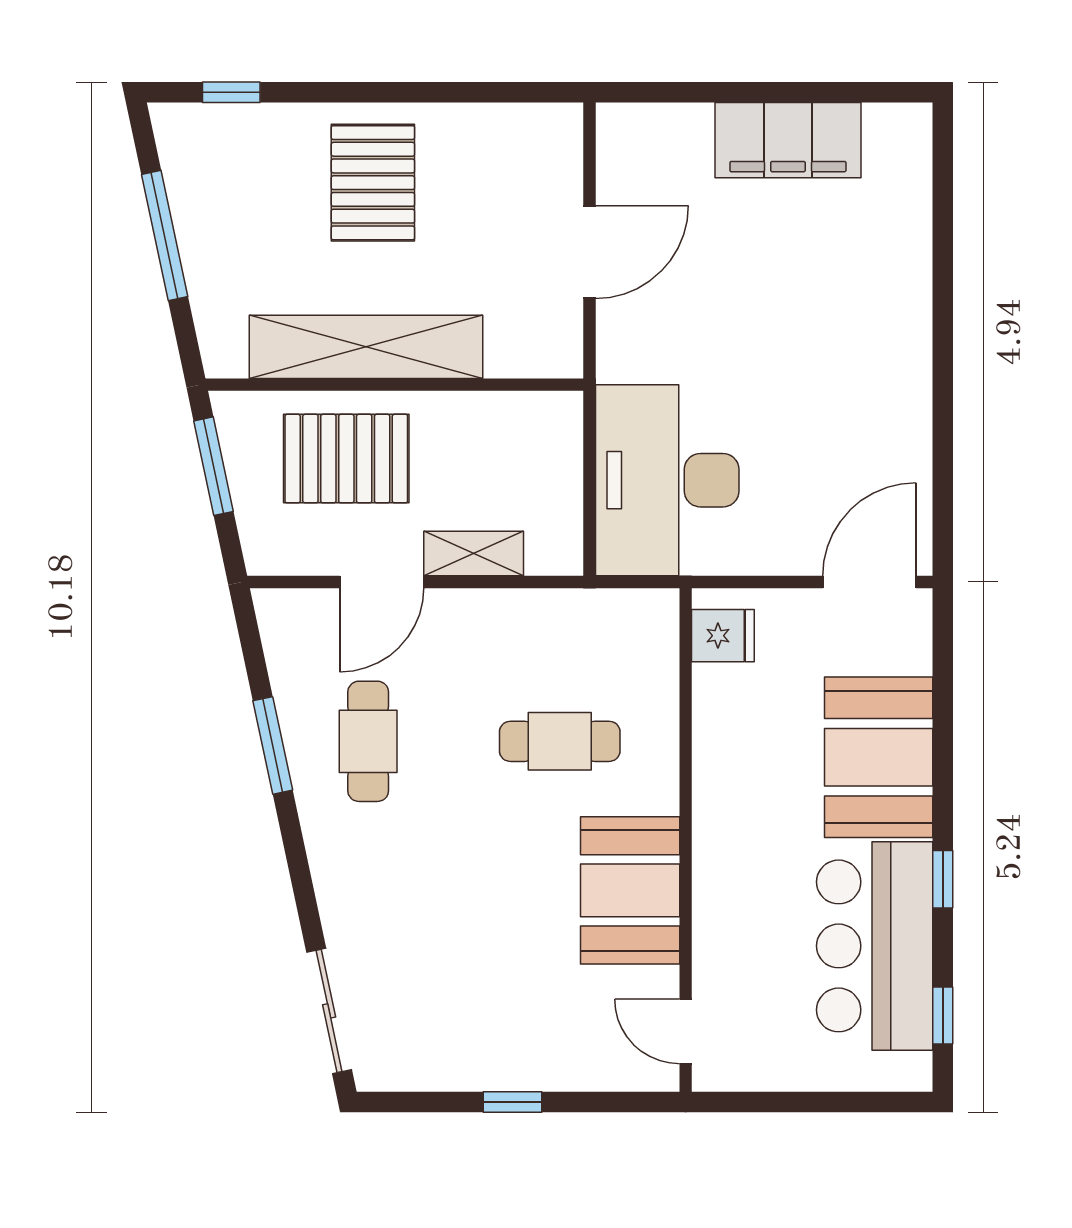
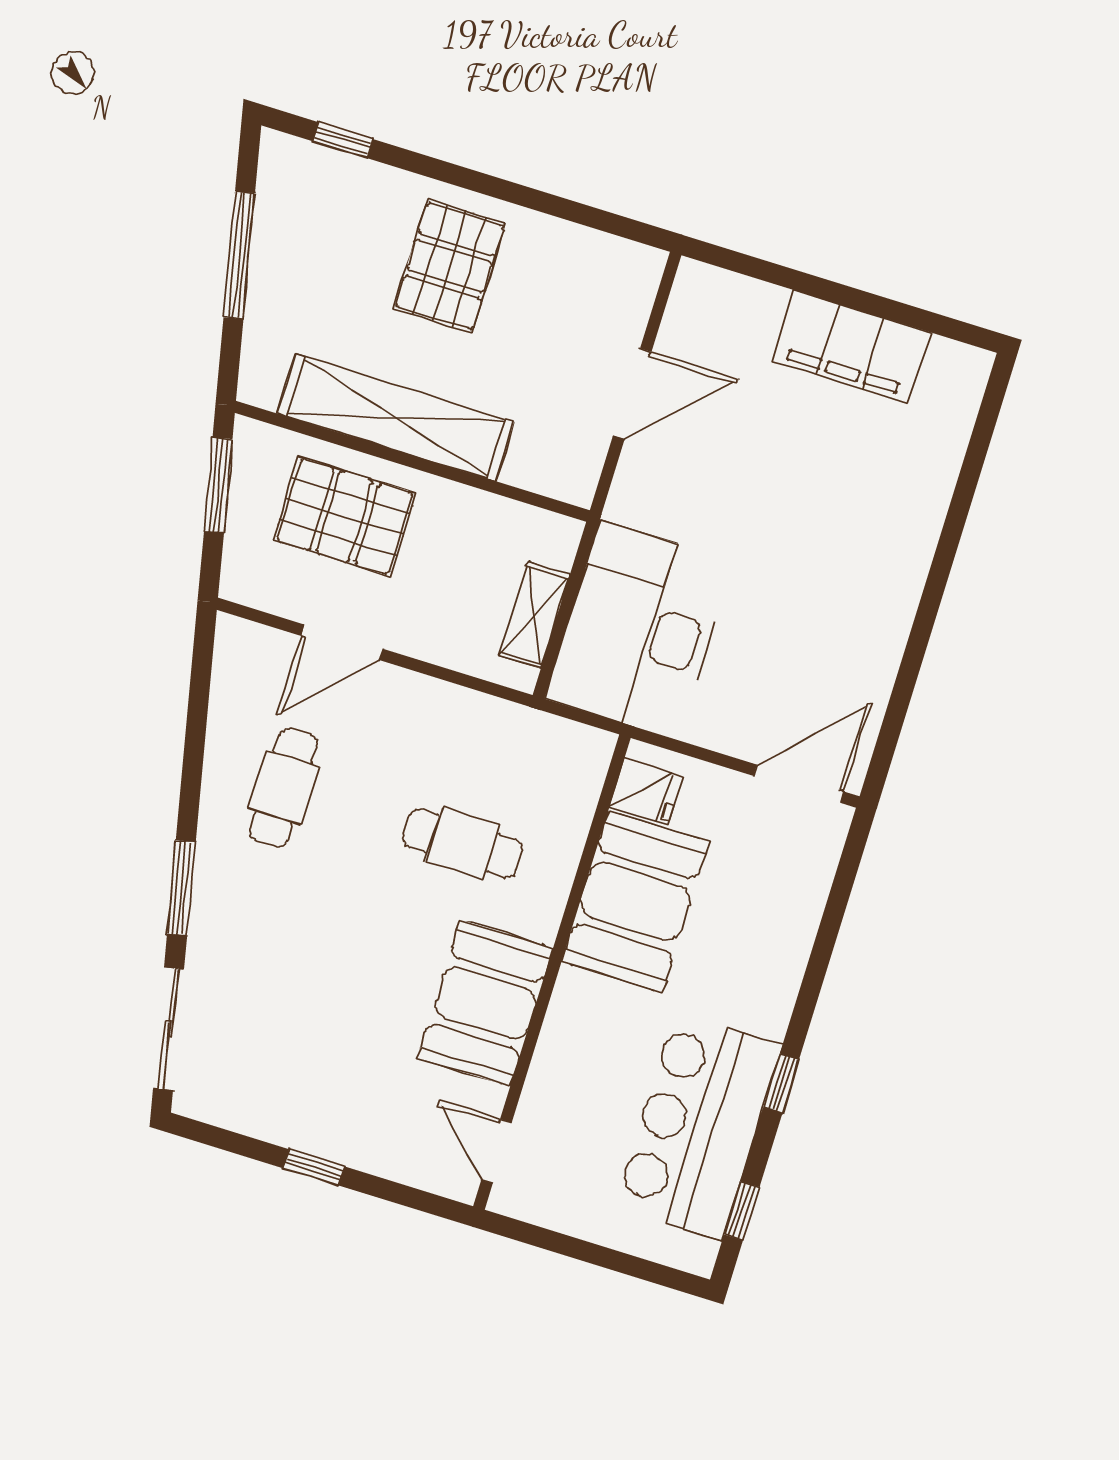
shelving: (474, 553) -> (535, 615), moved, turned 90
window: (273, 745) -> (181, 888), moved
booth: (879, 757) -> (635, 902), moved

